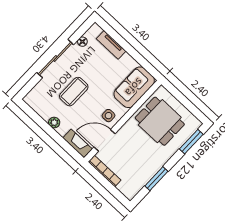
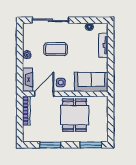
sliding door: (55, 59) -> (50, 20), moved
dining table: (160, 121) -> (74, 115), moved
door: (105, 140) -> (44, 94), hinge flipped

